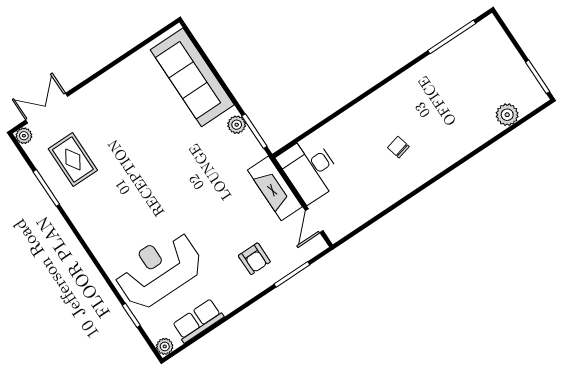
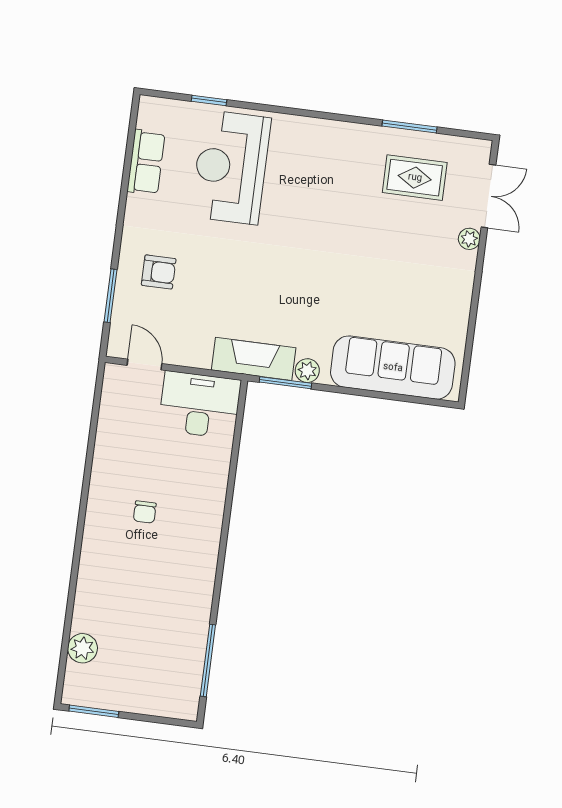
plant: (24, 136) -> (469, 239), moved
chair: (398, 147) -> (145, 512), turned 104
fireplace: (275, 188) -> (254, 359), moved
armchair: (254, 259) -> (159, 272), turned 180
reception desk: (159, 270) -> (231, 167), turned 180
plant: (165, 346) -> (149, 107), removed

